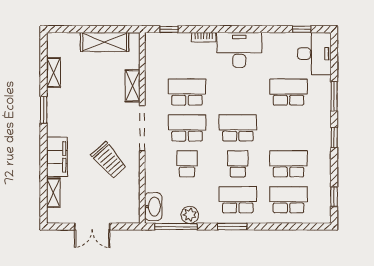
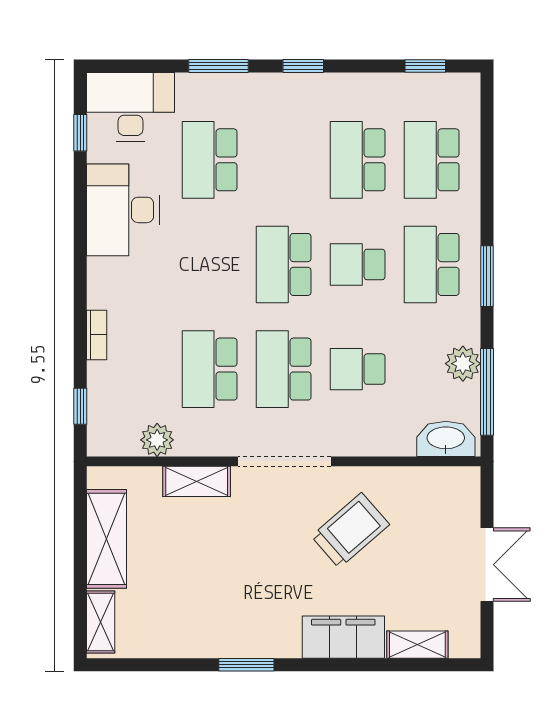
desk: (239, 50) -> (123, 210), moved
plant: (153, 67) -> (157, 440), added
shelving: (53, 73) -> (101, 622), moved, turned 90

